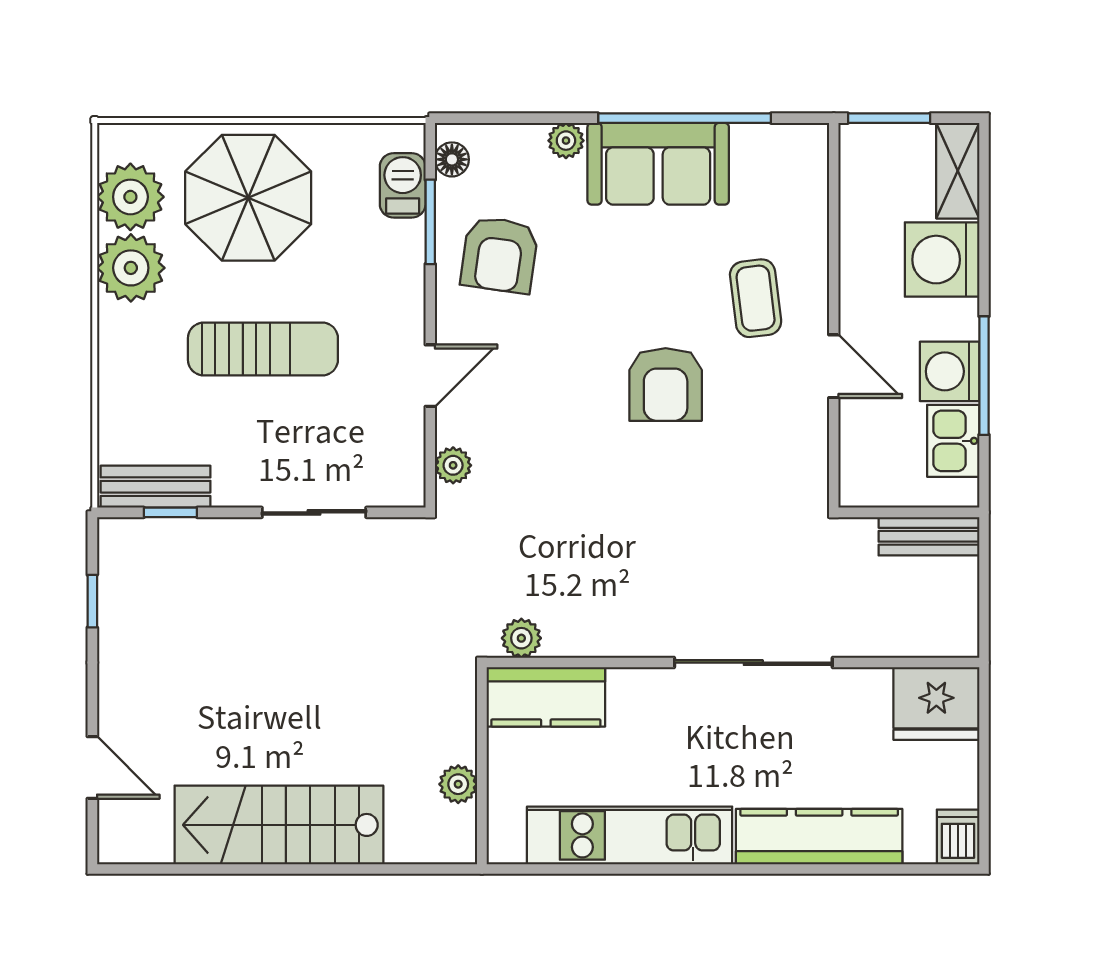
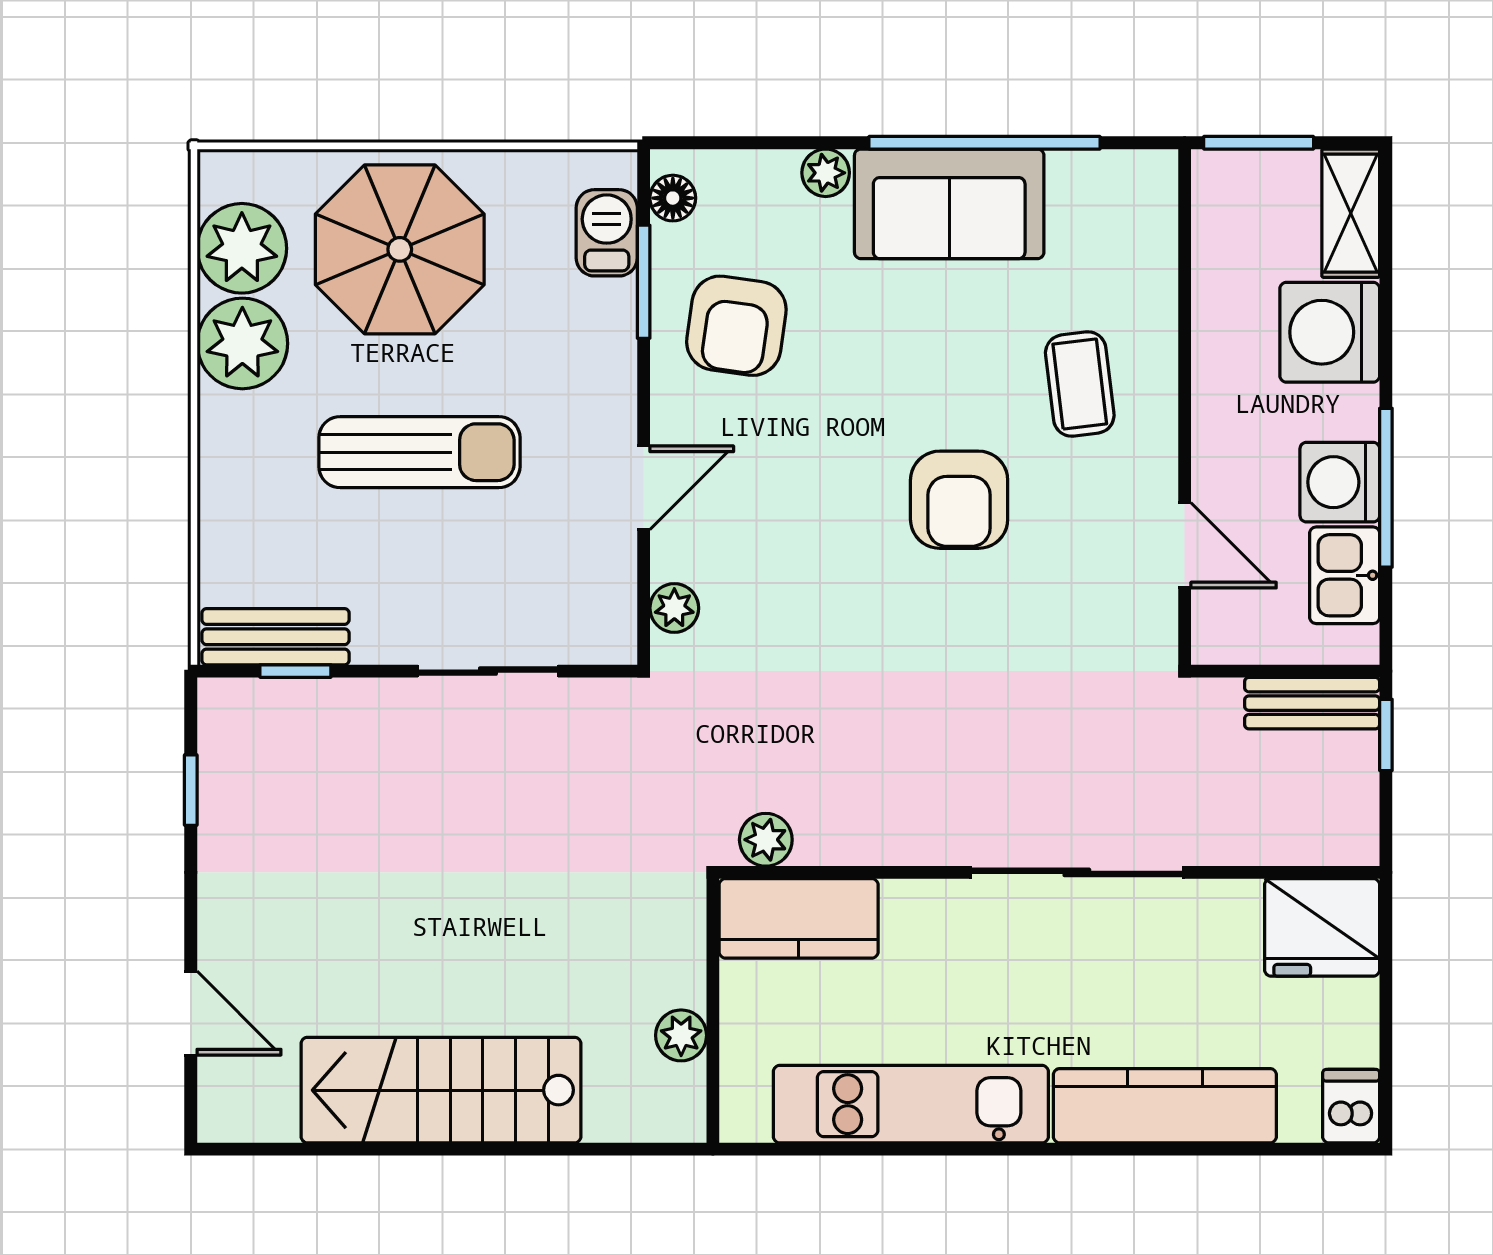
door: (834, 366) -> (1185, 545), moved
window: (984, 560) -> (1386, 735), added

